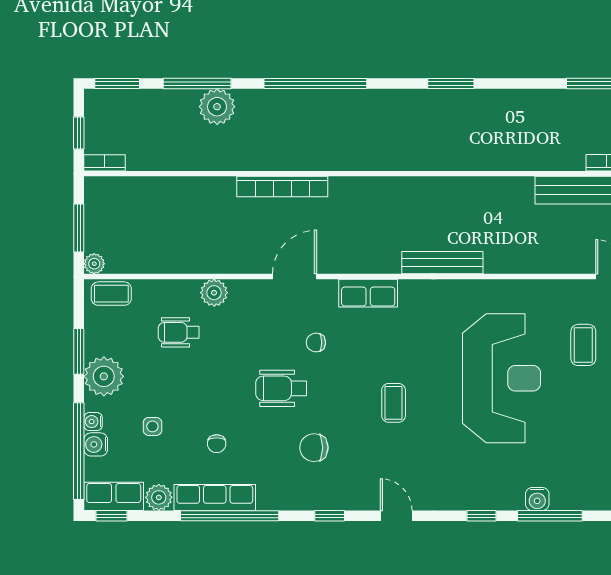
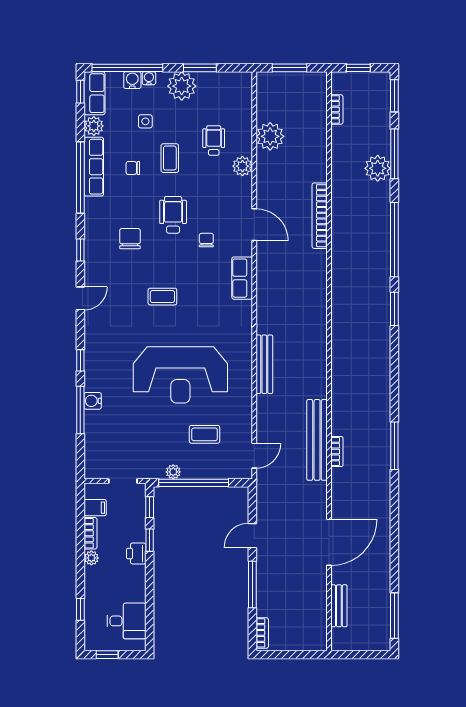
window: (451, 84) -> (394, 309), moved
bookcase: (104, 163) -> (337, 110), moved
bench: (442, 263) -> (264, 364), moved
plant: (94, 264) -> (270, 136), moved, width x1.87, depth x1.87
coffee table: (111, 294) -> (170, 158), moved

